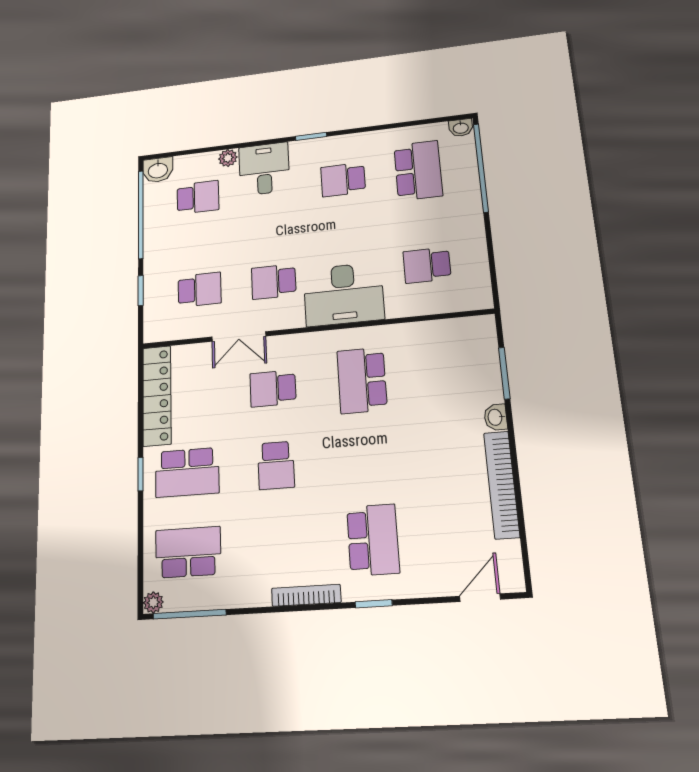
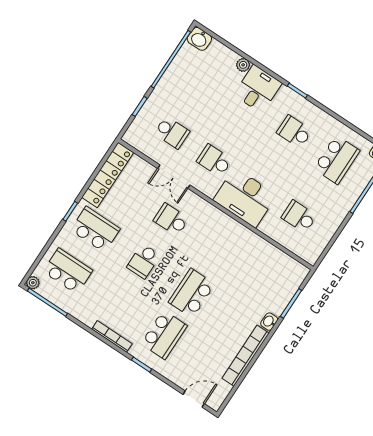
school desk: (198, 197) -> (210, 75), removed
school desk: (362, 380) -> (192, 293), moved
school desk: (187, 472) -> (95, 229), turned 180

